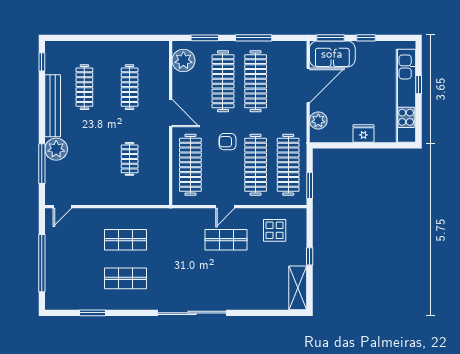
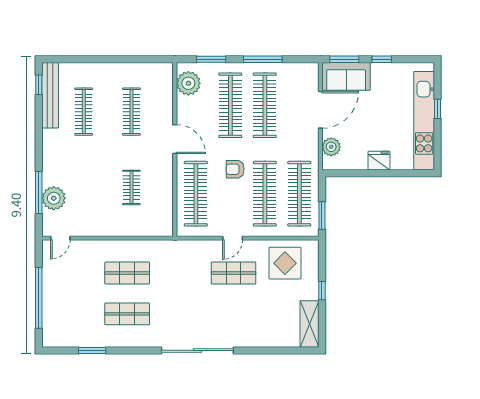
bench: (53, 106) -> (50, 95), moved
plant: (56, 149) -> (54, 198), moved
display table: (275, 230) -> (285, 263), width x1.36, depth x1.36

